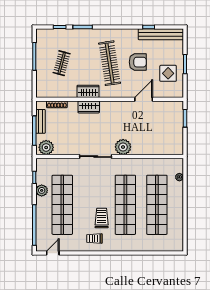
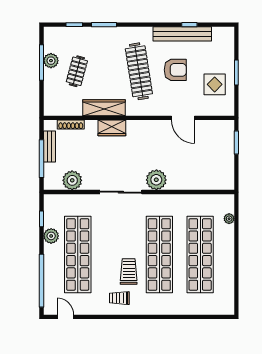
bench: (161, 34) -> (182, 34), moved
plant: (42, 55) -> (51, 61), added
wardrobe: (88, 91) -> (104, 108), width x1.50
door: (144, 99) -> (183, 118), swing flipped
plant: (46, 147) -> (72, 180), moved
door: (53, 253) -> (65, 317), hinge flipped

